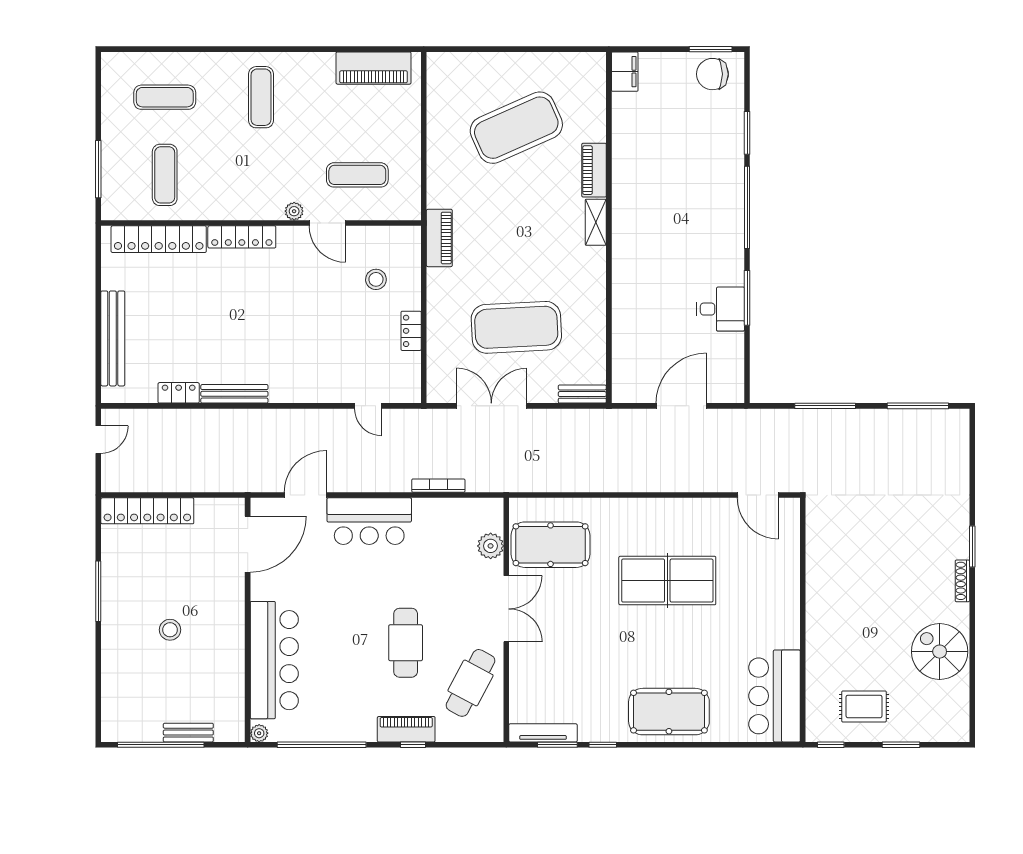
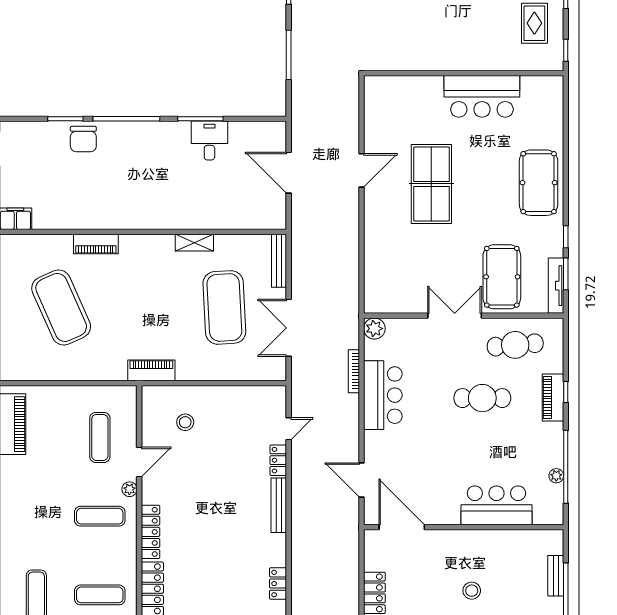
chair: (712, 74) -> (83, 139), moved
exercise mat: (261, 97) -> (100, 516), moved
shelving: (596, 222) -> (194, 243), moved
locker: (411, 331) -> (278, 460), moved, turned 90
bench: (234, 394) -> (279, 505), moved
bench: (582, 394) -> (279, 261), width x1.36
door: (758, 495) -> (362, 170), moved
bar counter: (369, 521) -> (383, 395), moved
pool table: (551, 545) -> (502, 277), moved
plant: (491, 546) -> (374, 329), moved
bar counter: (274, 660) -> (496, 505), width x0.73
cafe table: (470, 683) -> (515, 345), turned -33
bar counter: (774, 696) -> (482, 96), moved
plant: (259, 733) -> (556, 476), moved

